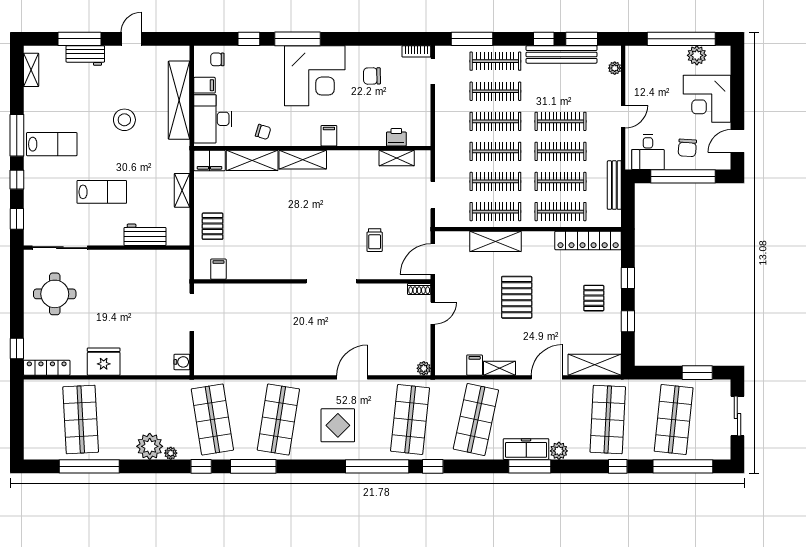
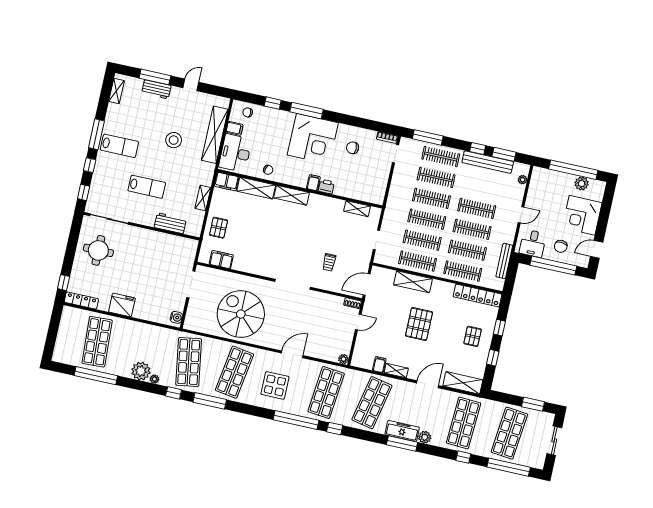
printer: (396, 137) -> (326, 187), moved
filing cabinet: (218, 269) -> (221, 260), width x2.00
spiral stairs: (269, 338) -> (241, 314), added

